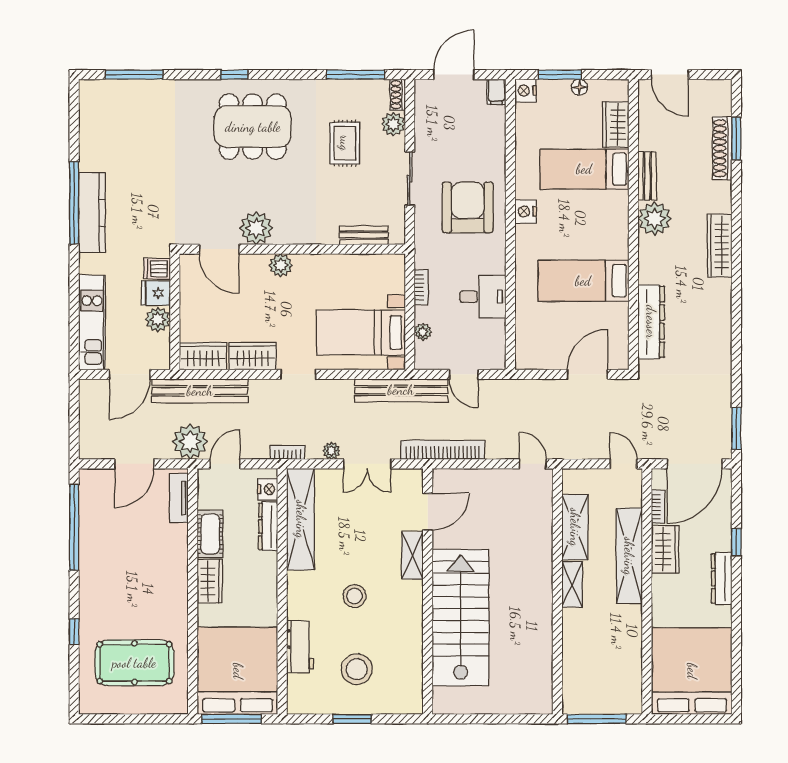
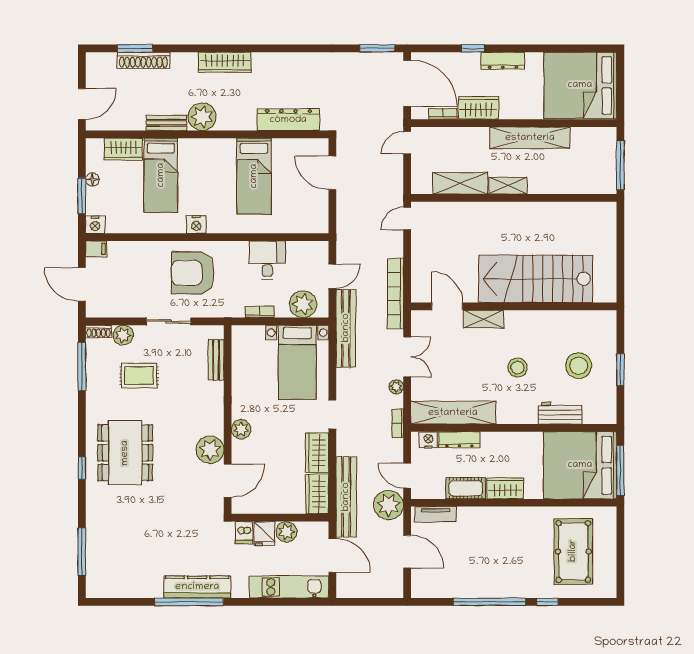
plant: (423, 332) -> (303, 304), width x1.88, depth x1.88
window: (74, 527) -> (489, 602), moved
shelving: (629, 556) -> (530, 138), moved

